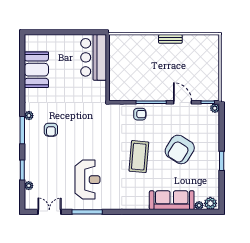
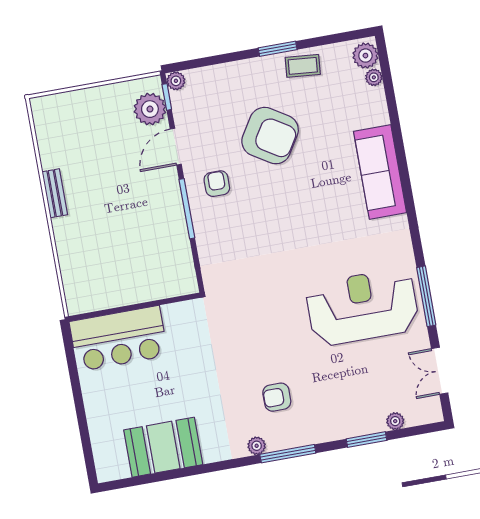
plant: (203, 93) -> (150, 109), added
armchair: (140, 114) -> (217, 184), moved
armchair: (51, 130) -> (277, 397), turned 180
coffee table: (139, 157) -> (303, 66), moved, width x0.54, depth x0.58
reception desk: (87, 180) -> (362, 307), width x1.36, depth x1.30
sofa: (172, 200) -> (380, 172), moved

